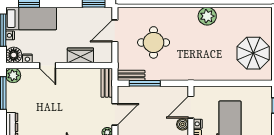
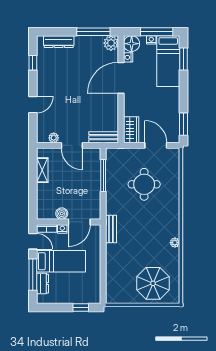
plant: (207, 16) -> (175, 243), width x0.53, depth x0.53
parasol: (253, 53) -> (153, 283), moved
wardrobe: (80, 55) -> (131, 130), moved
door: (48, 65) -> (121, 78), width x1.88
bench: (131, 75) -> (111, 229), moved
door: (191, 107) -> (79, 222), swing flipped

